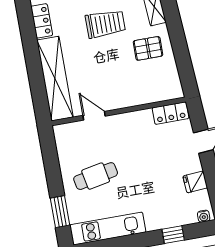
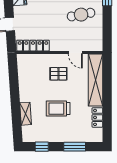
pallet: (148, 48) -> (58, 74), moved
locker: (171, 113) -> (33, 46), width x1.53

